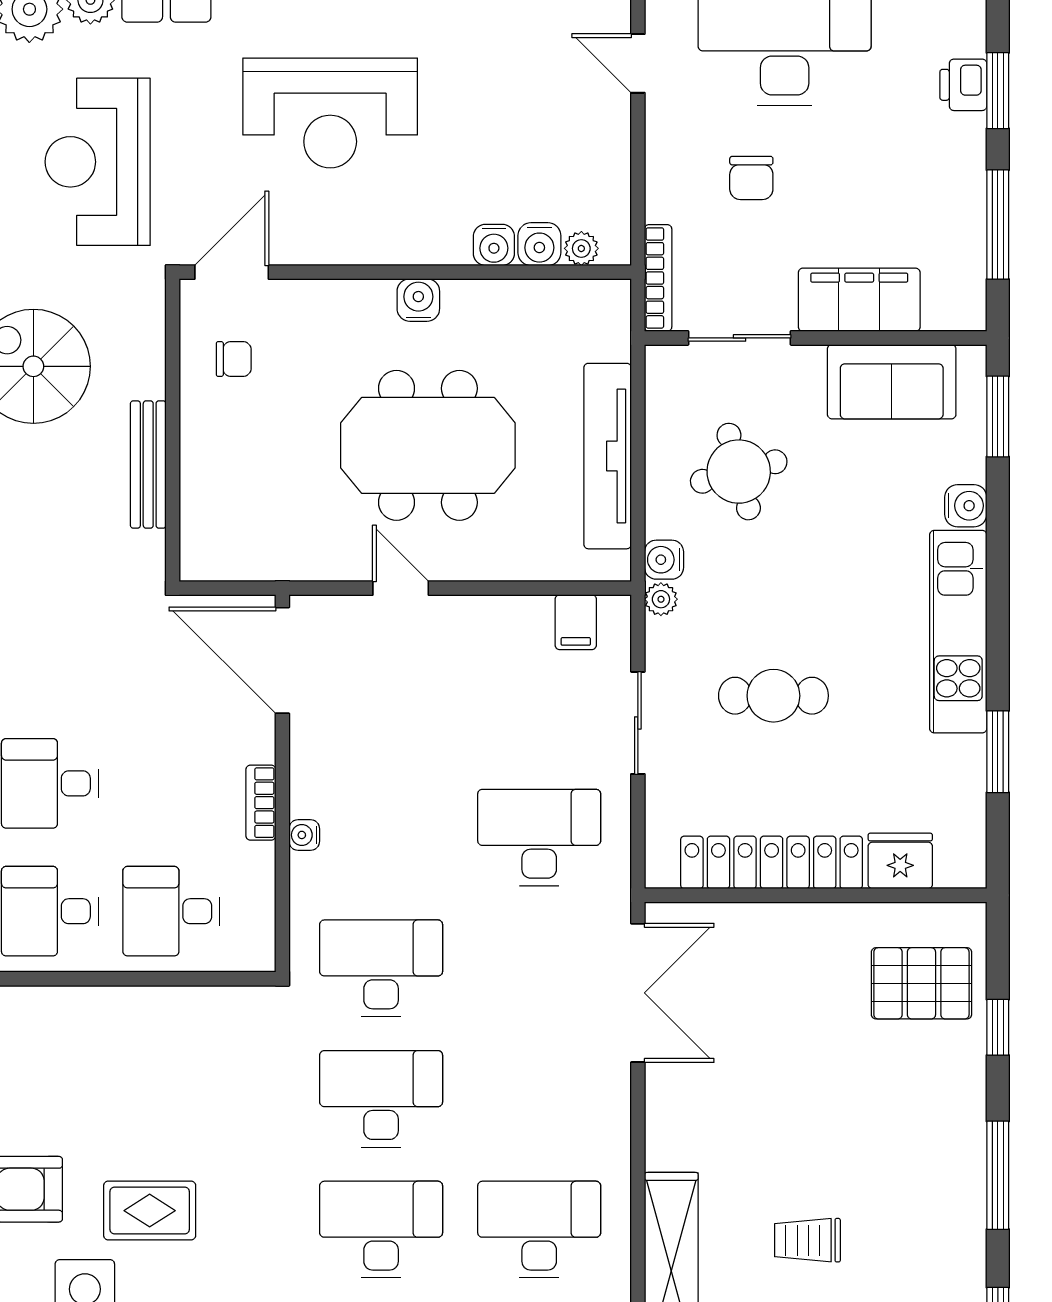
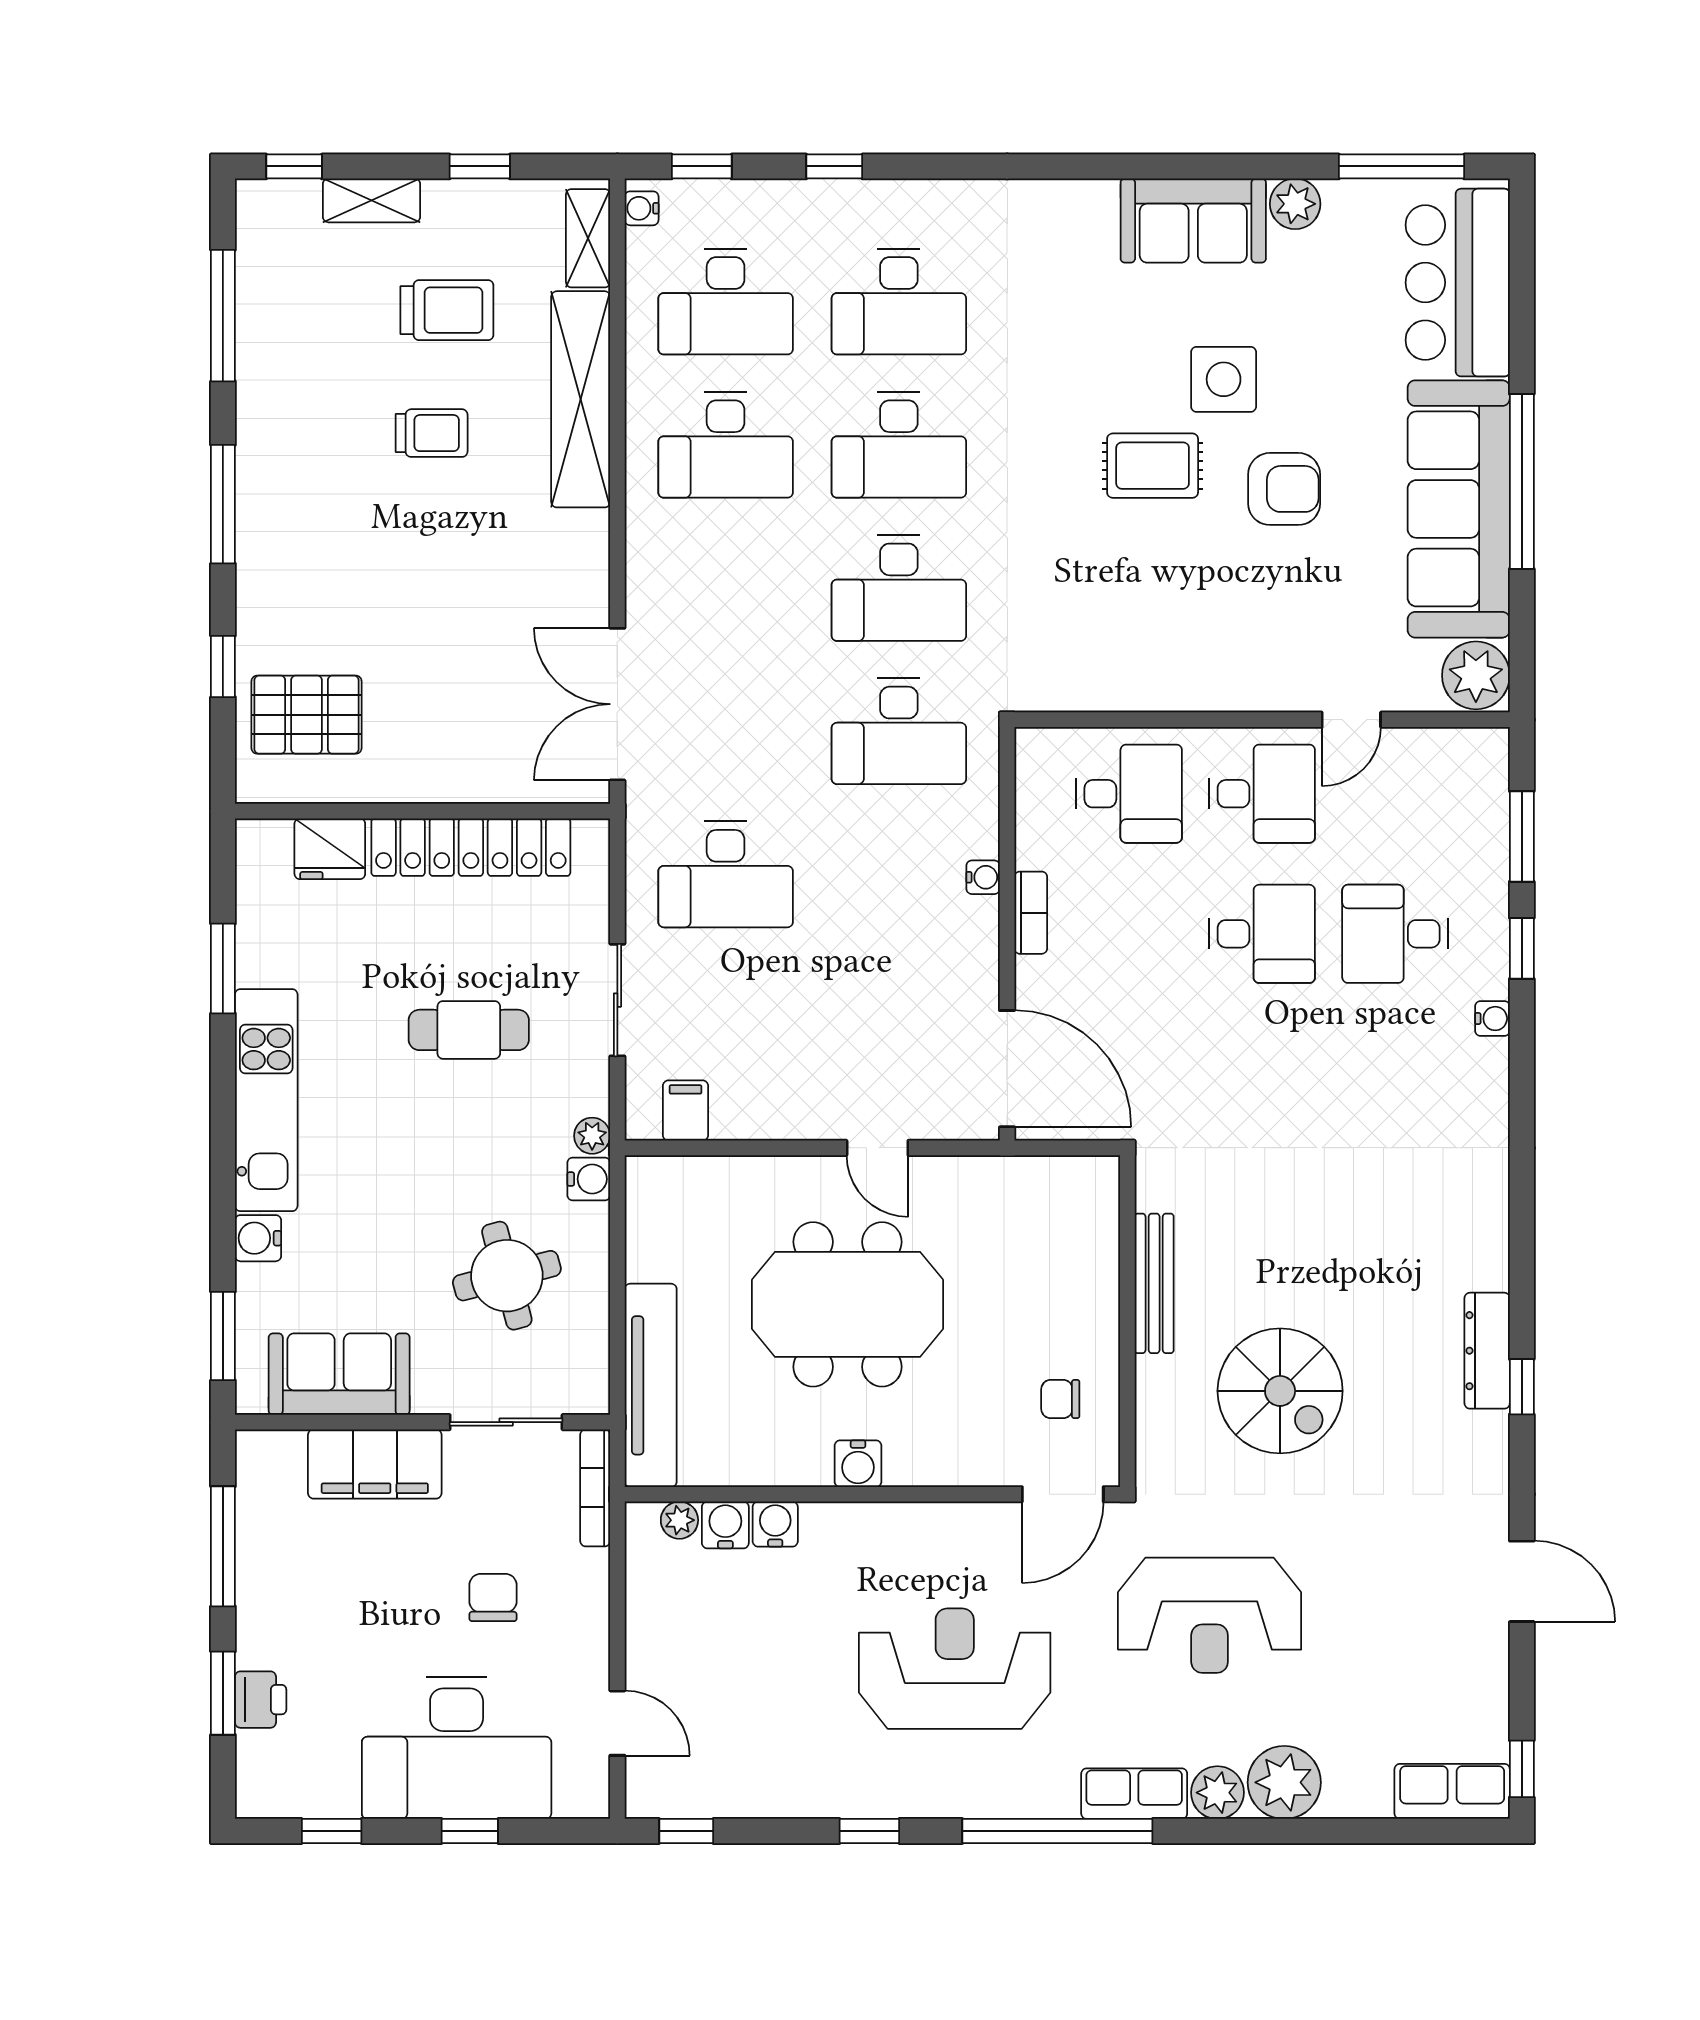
reception desk: (98, 162) -> (1210, 1615), turned 90
tv unit: (608, 456) -> (651, 1385), moved

